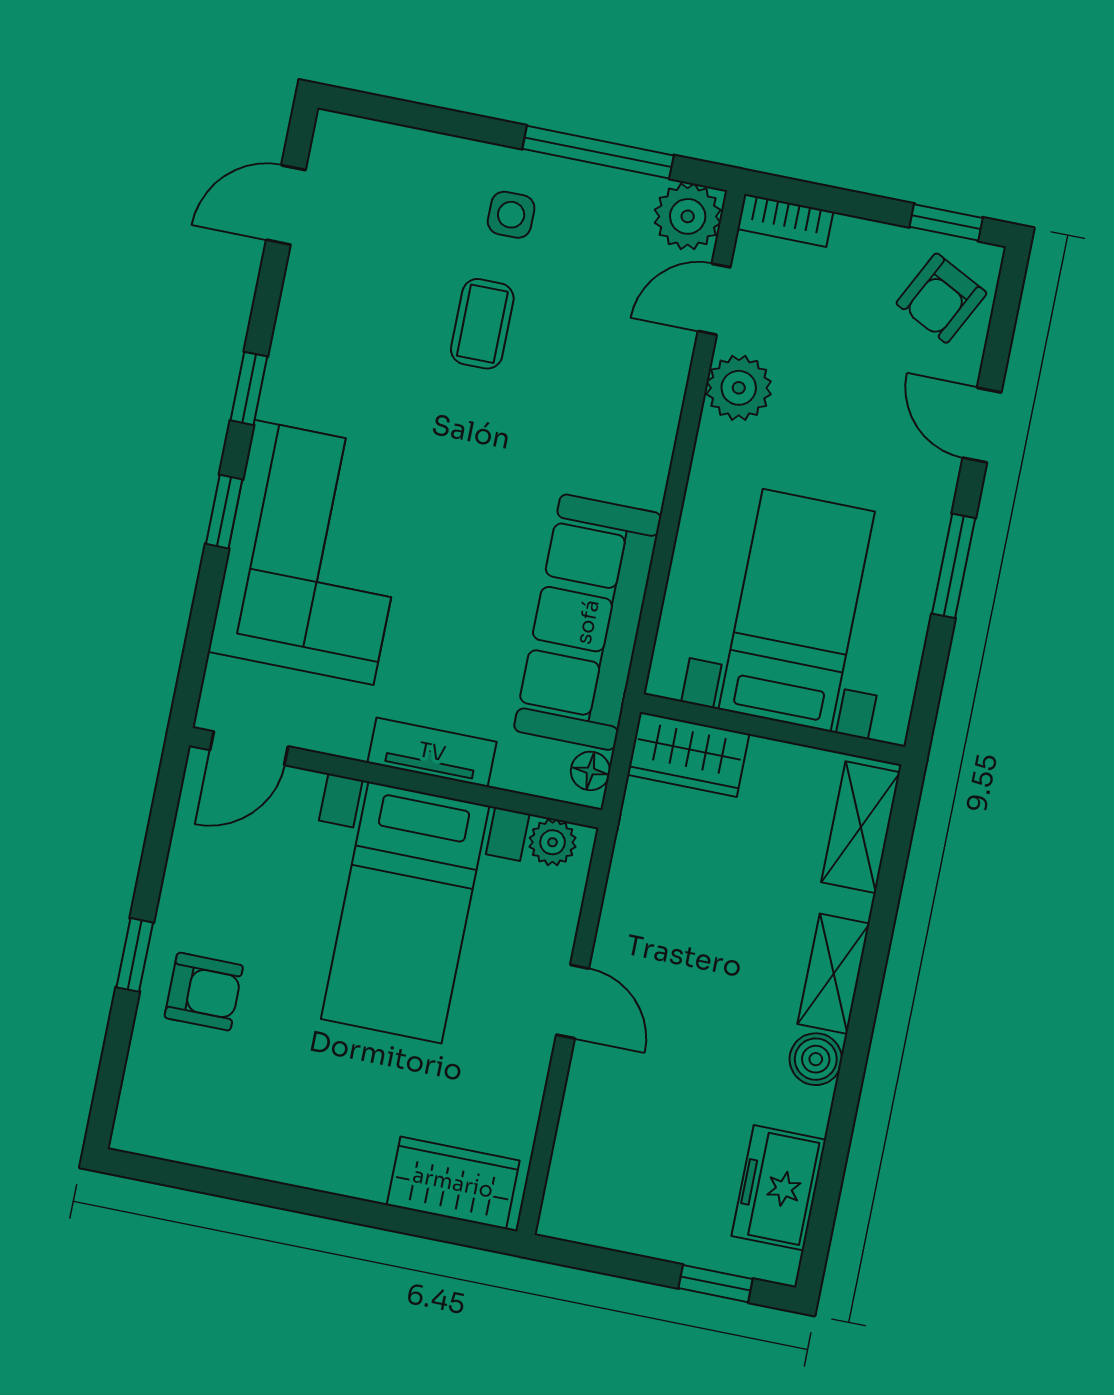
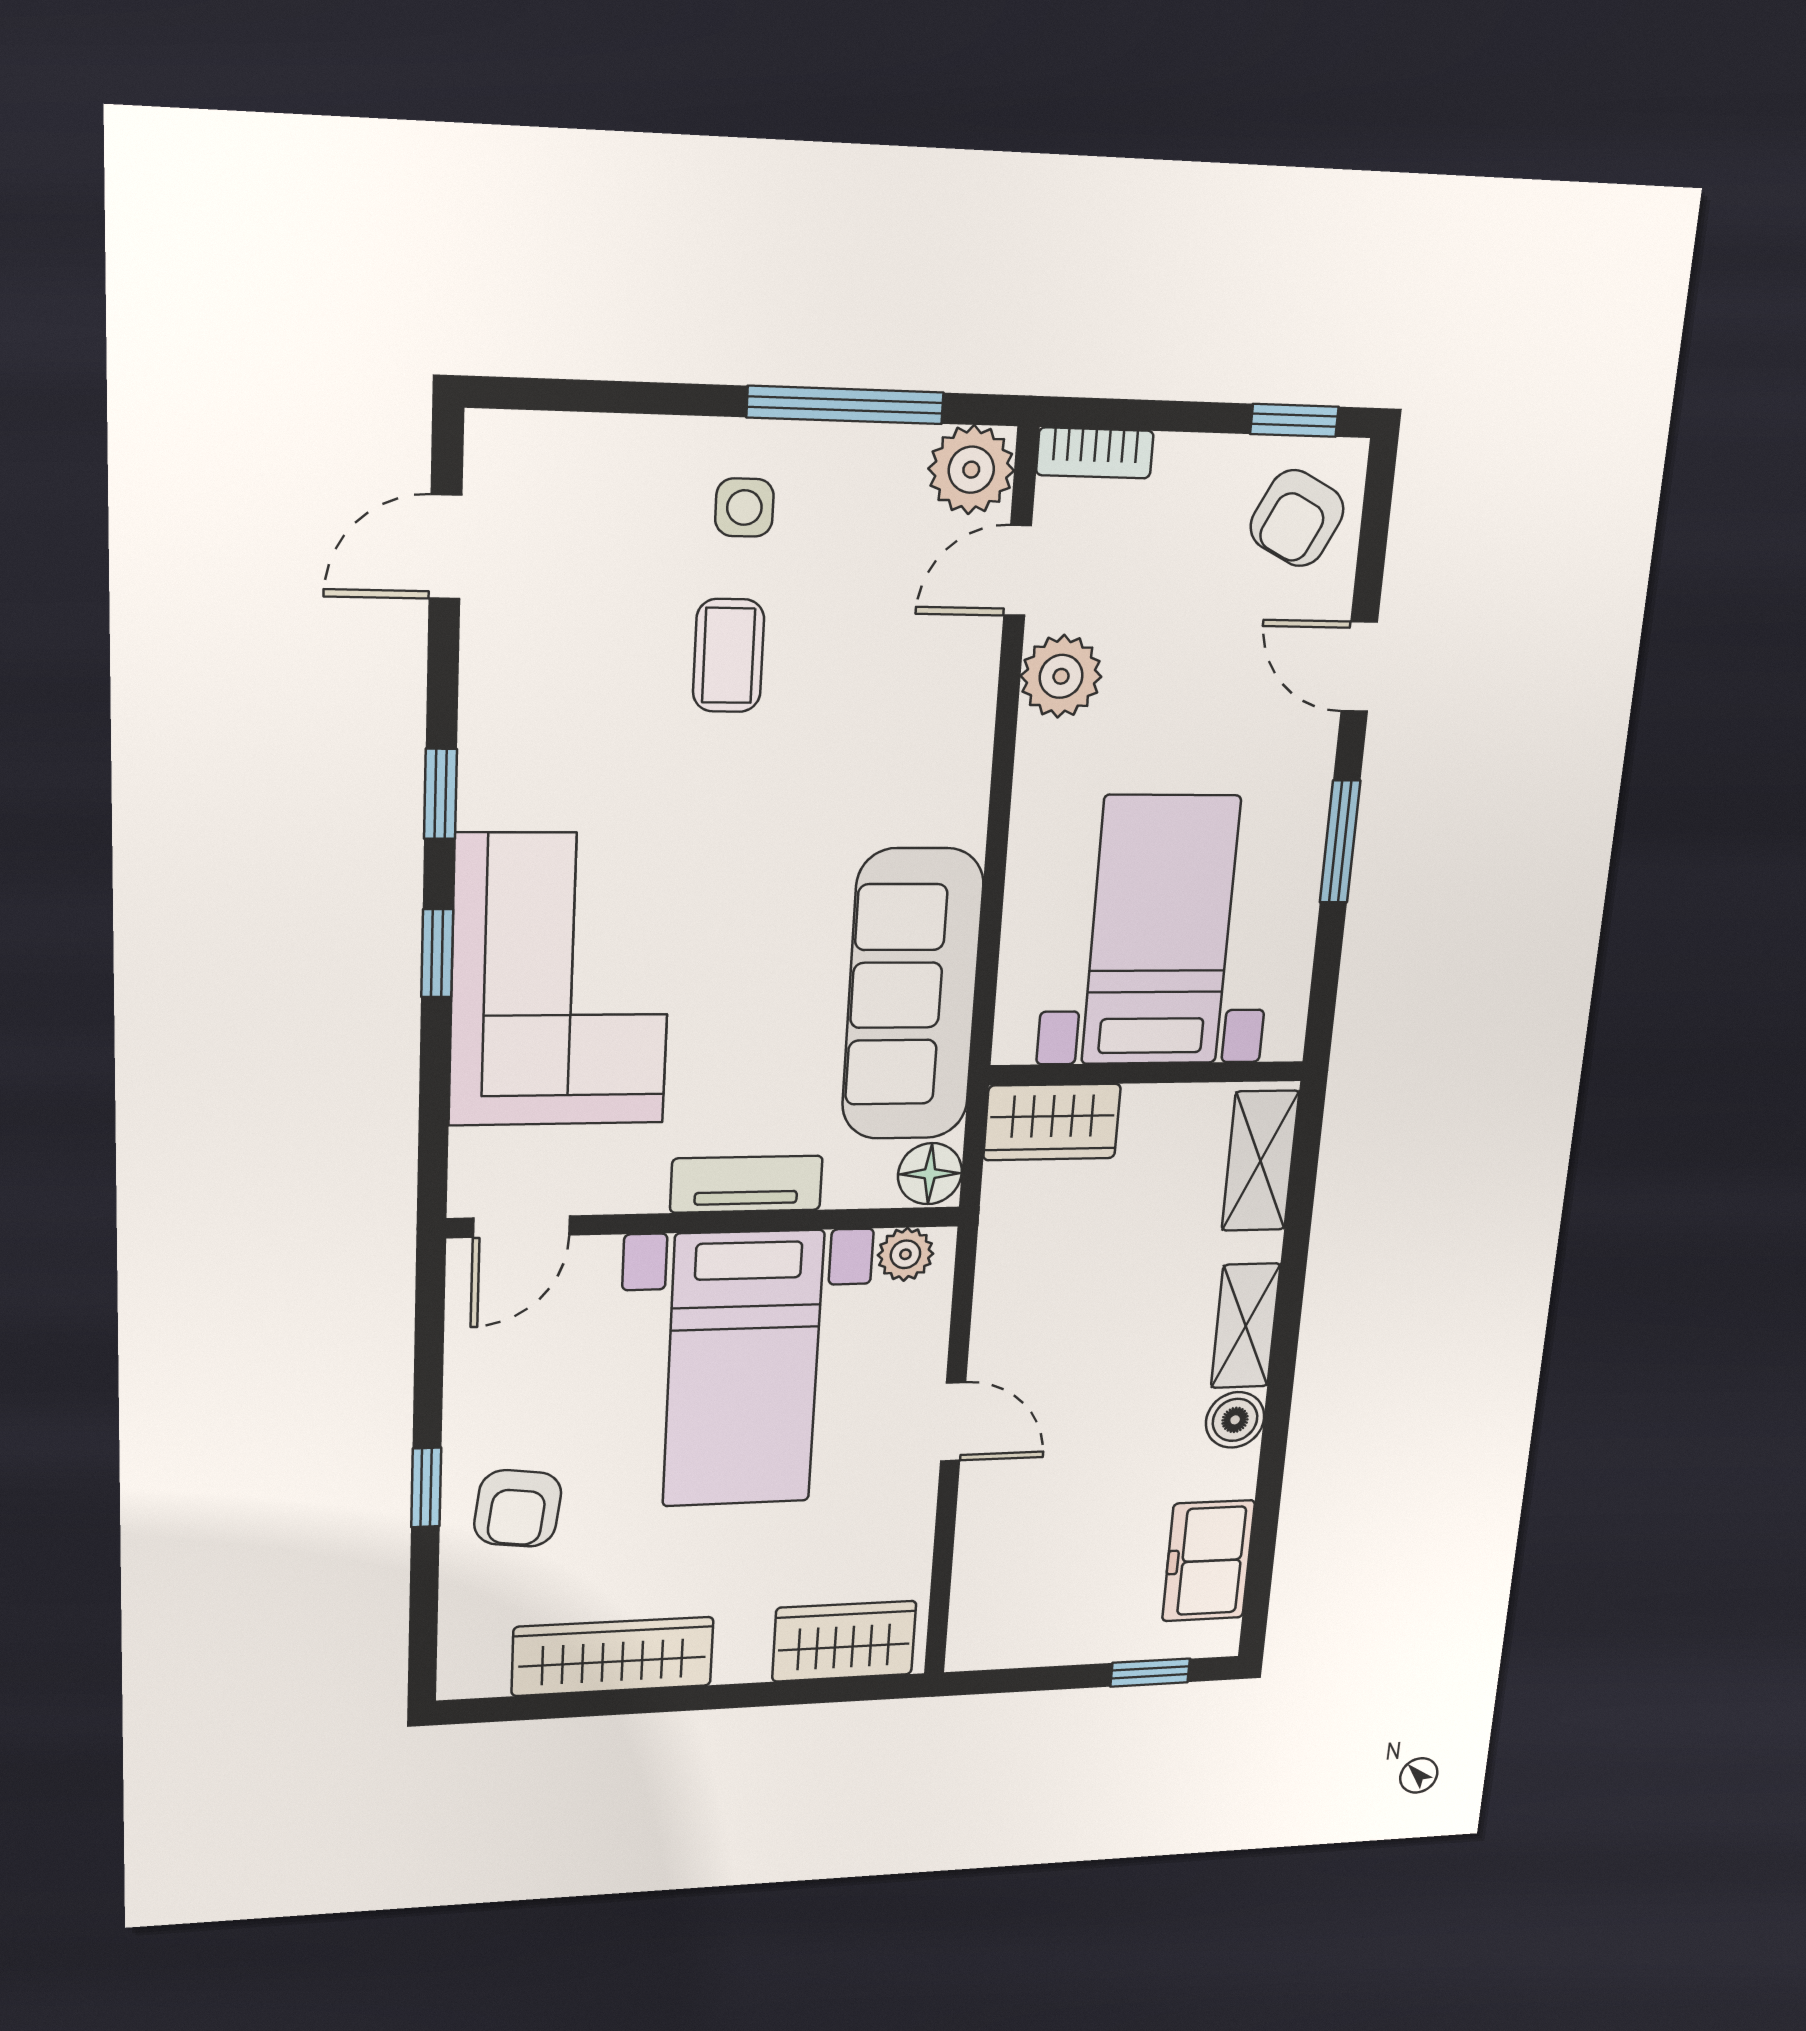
floor lamp: (590, 771) -> (930, 1174), width x1.37, depth x1.37
armchair: (204, 992) -> (518, 1508), turned 97
wardrobe: (258, 1146) -> (613, 1656), added

